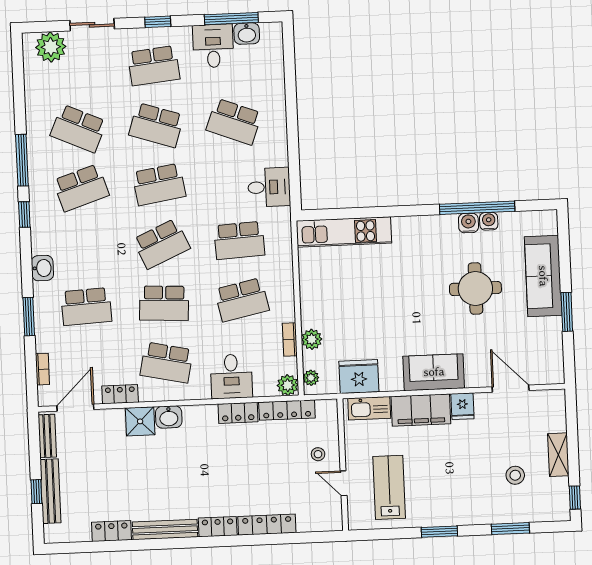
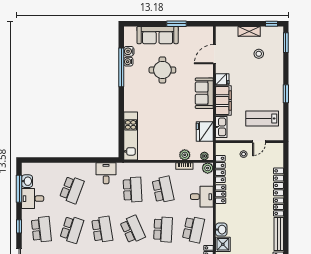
water cooler: (468, 223) -> (129, 51), moved
window: (510, 529) -> (286, 43), moved

